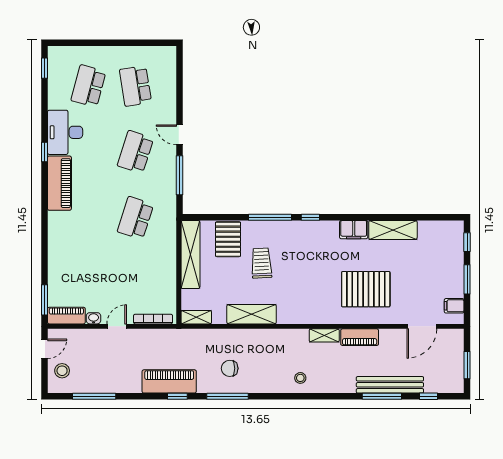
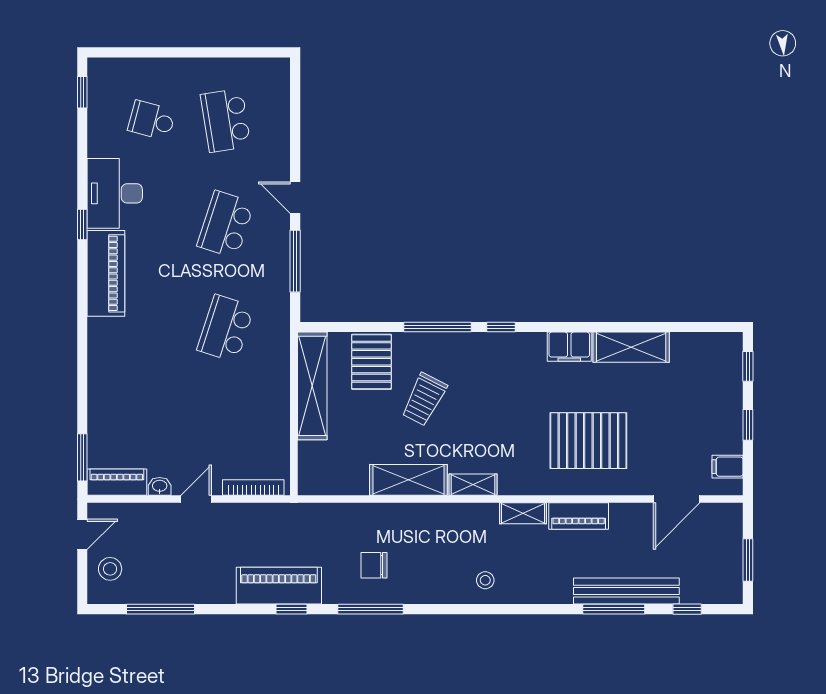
school desk: (88, 86) -> (152, 120), width x0.54
trolley: (261, 263) -> (424, 399), turned -150
window: (467, 279) -> (748, 425), width x0.67
shelving: (196, 317) -> (473, 485), moved

